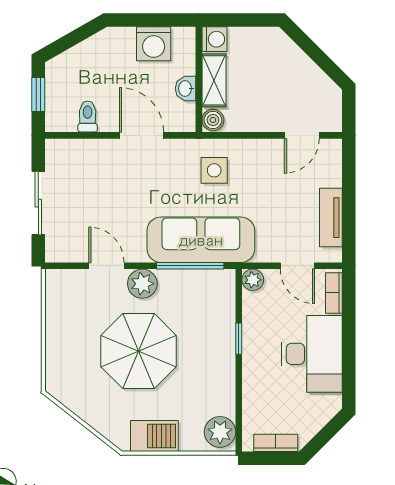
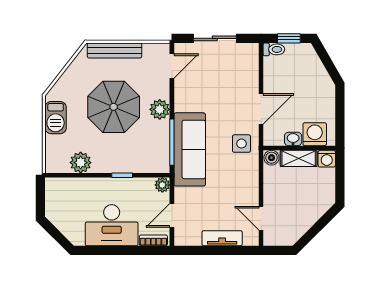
washing machine: (154, 44) -> (315, 134), moved, turned 90
toilet: (88, 117) -> (274, 49), moved
side table: (214, 170) -> (241, 144), moved
tv unit: (331, 218) -> (222, 238), moved
door: (106, 266) -> (172, 66), moved
bench: (56, 350) -> (115, 50), added
plant: (220, 432) -> (81, 163), moved
bookcase: (276, 443) -> (51, 201), removed

